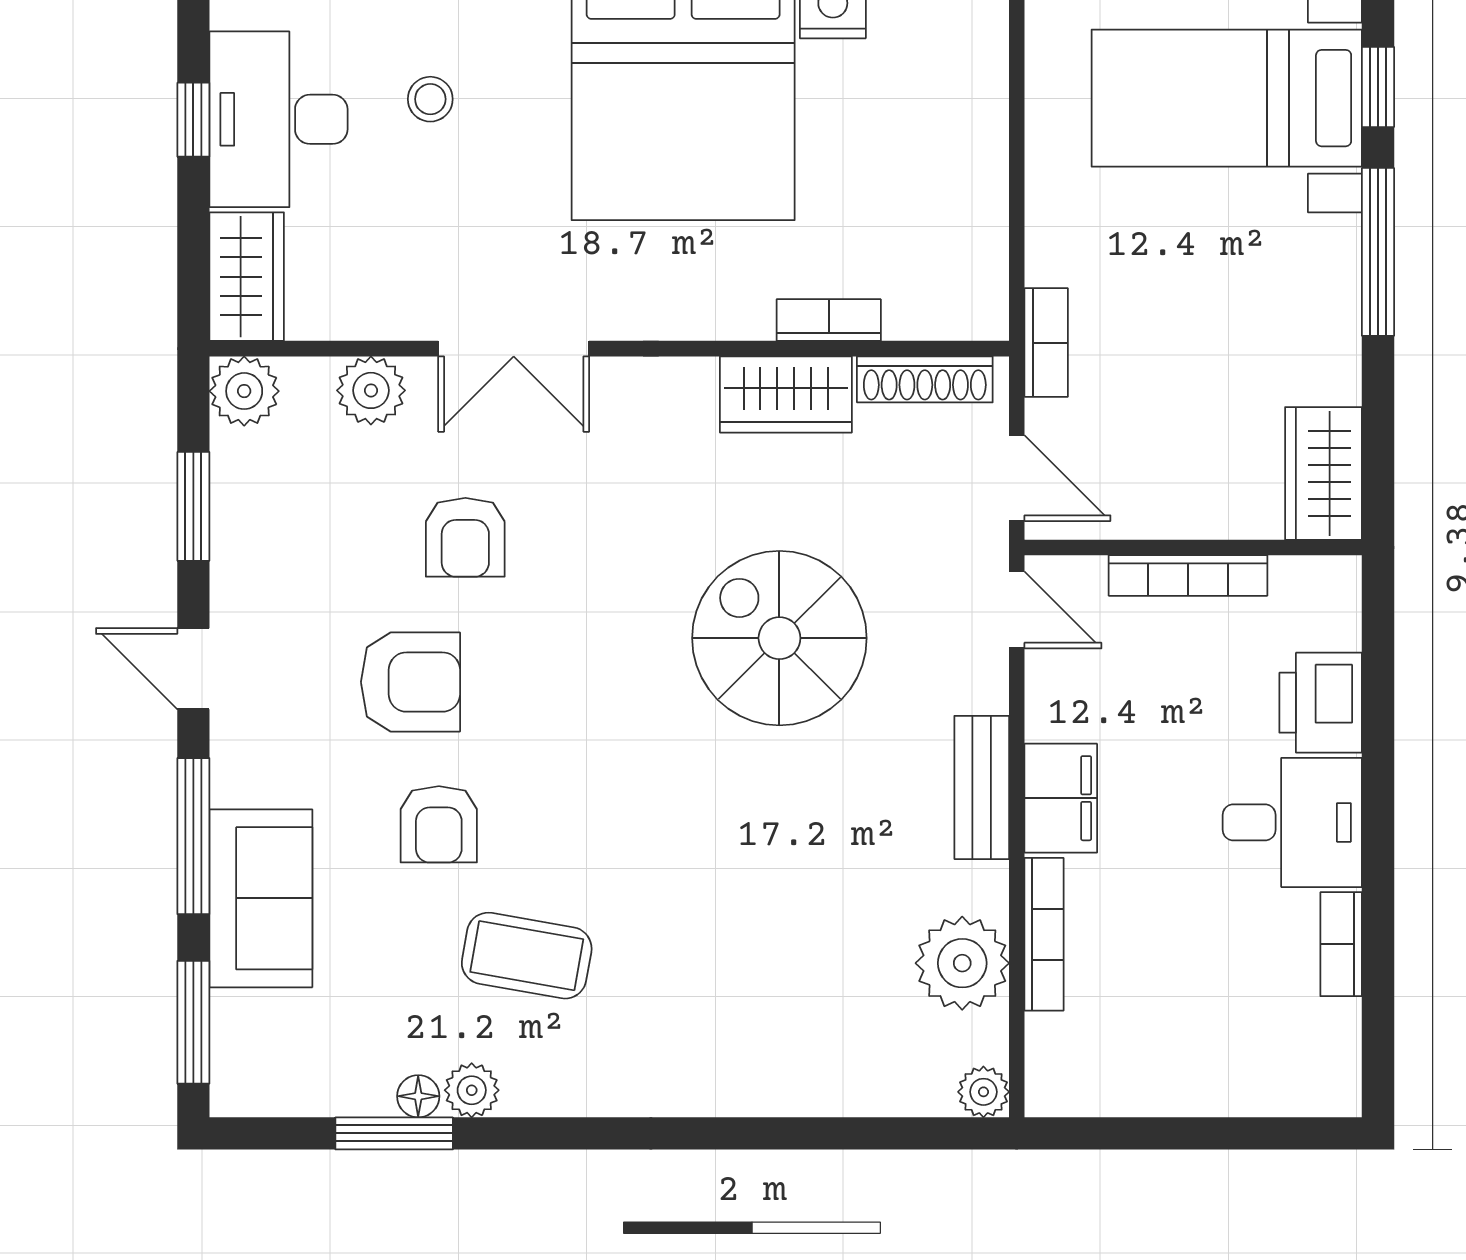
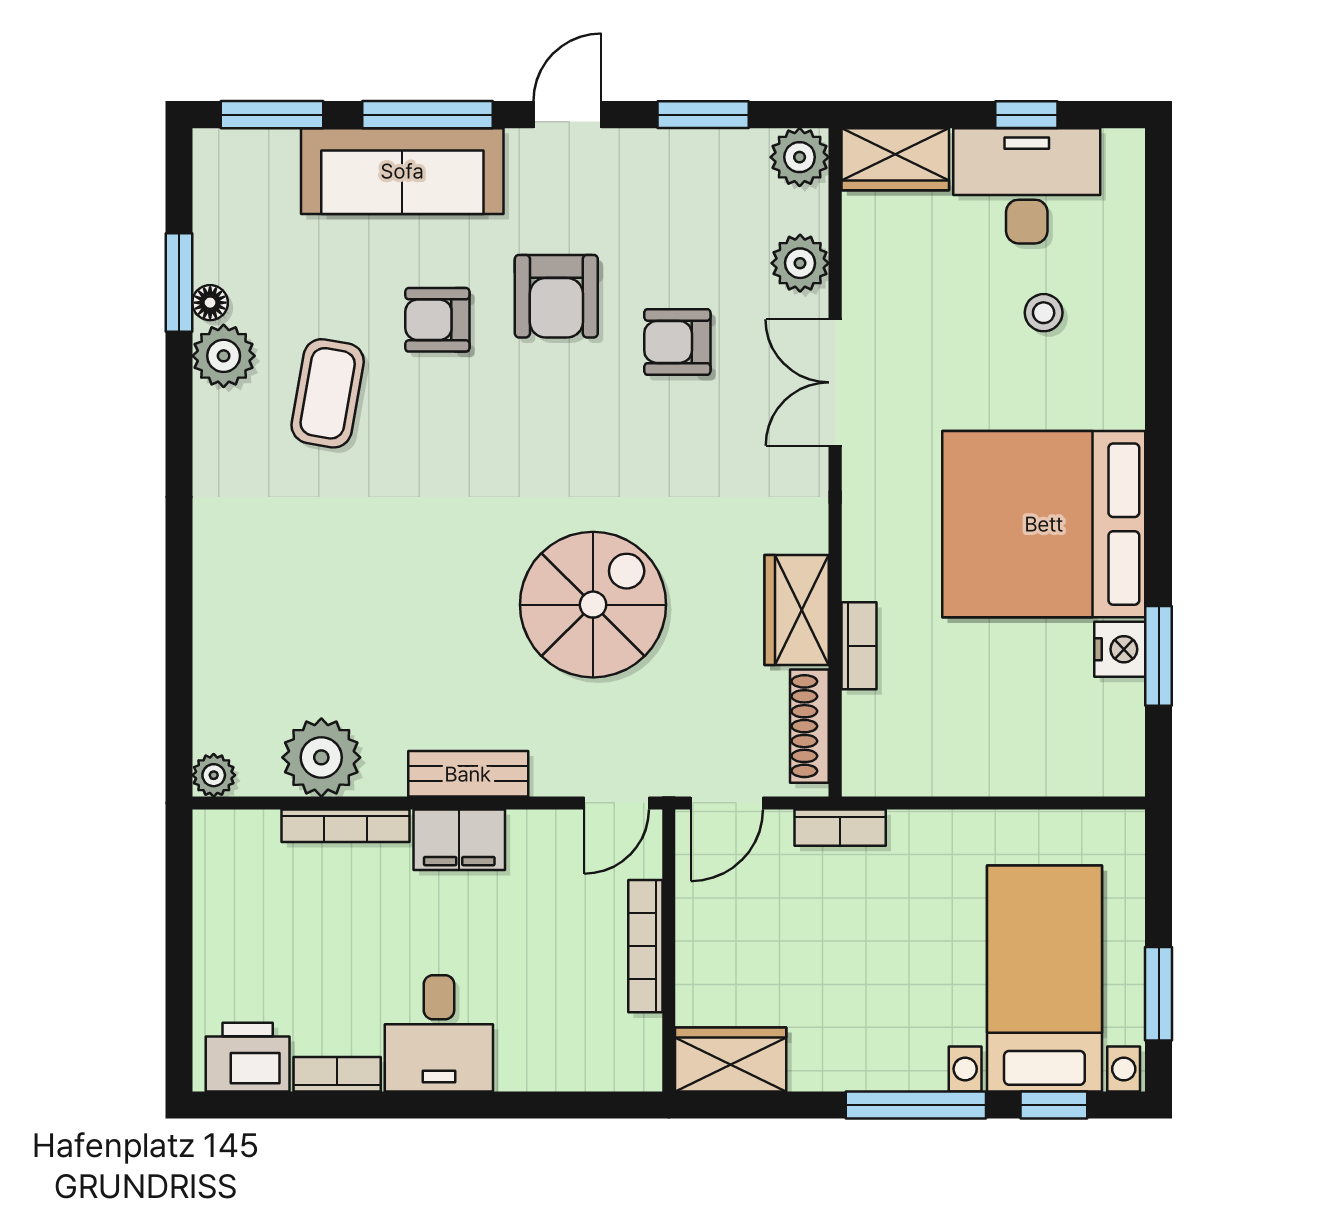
printer: (1321, 703) -> (248, 1057), moved
sofa: (261, 898) -> (402, 171), width x1.36
plant: (472, 1090) -> (224, 356), width x1.38, depth x1.38

